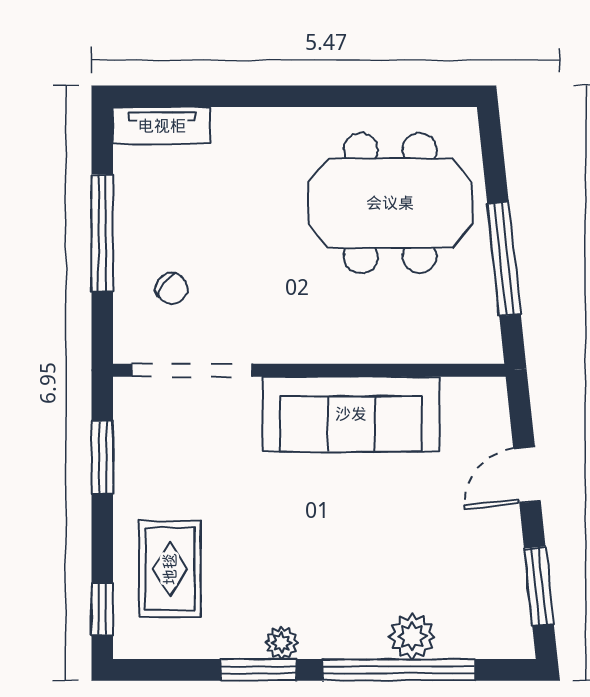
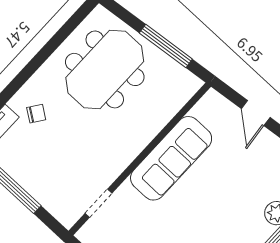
chair: (172, 288) -> (36, 114), moved
doorway: (192, 370) -> (99, 203), width x0.53

